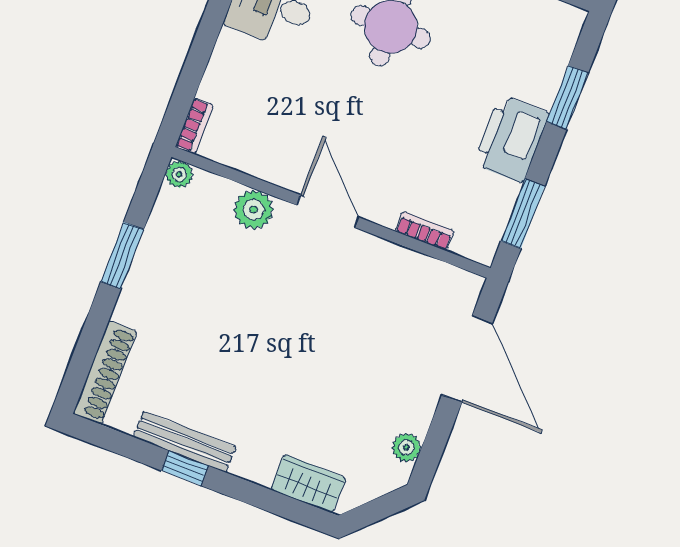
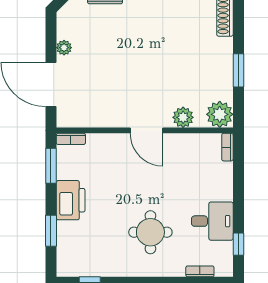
plant: (179, 174) -> (220, 114), width x1.88, depth x1.88
bookcase: (425, 231) -> (71, 139), moved
plant: (406, 448) -> (64, 48), moved

